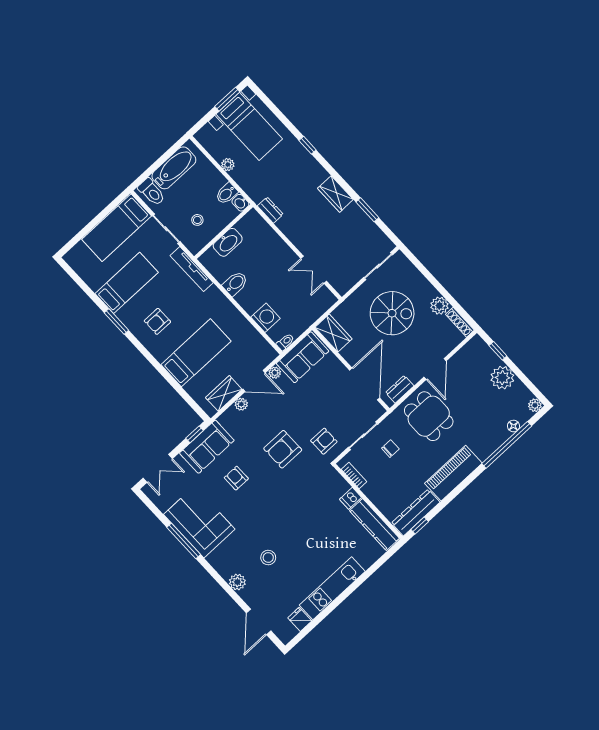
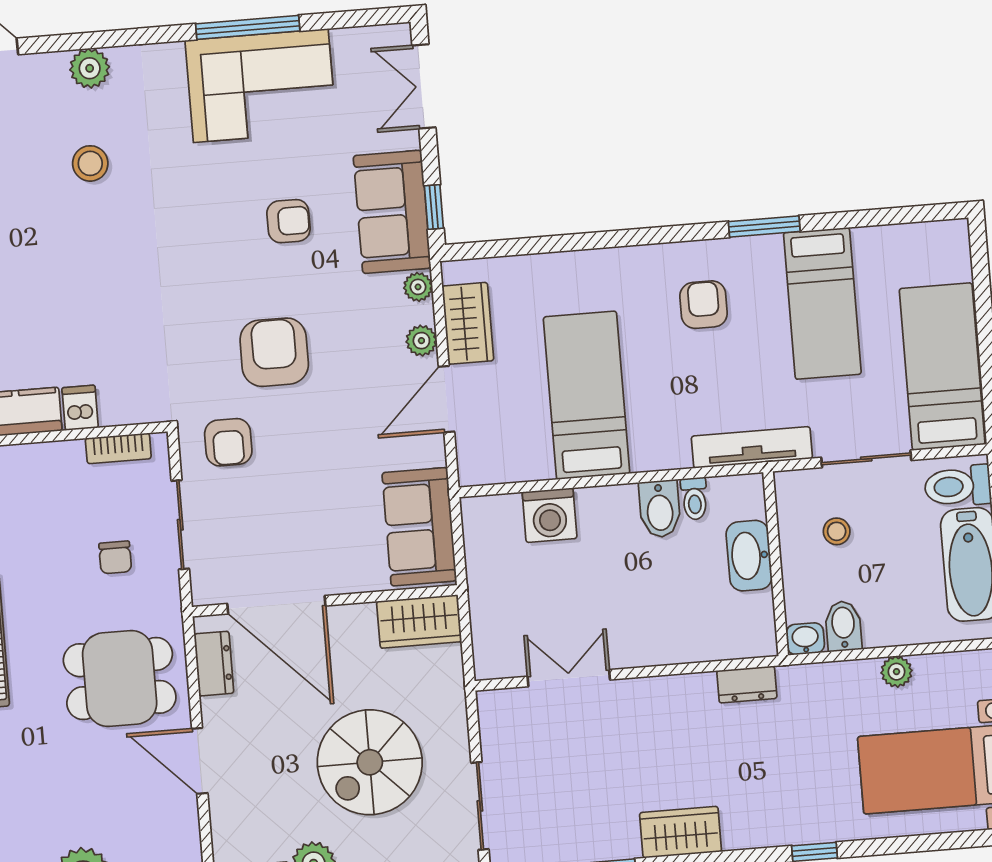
toilet: (285, 342) -> (694, 499), moved
bed: (196, 353) -> (587, 395), moved, turned 180
plant: (275, 373) -> (418, 287), moved

